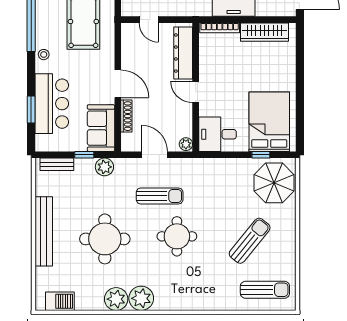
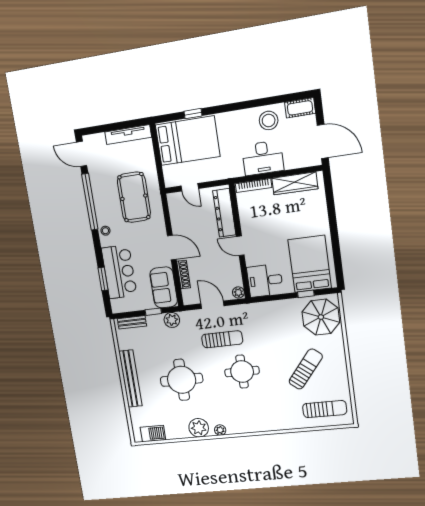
plant: (141, 298) -> (220, 430), width x0.53, depth x0.53

